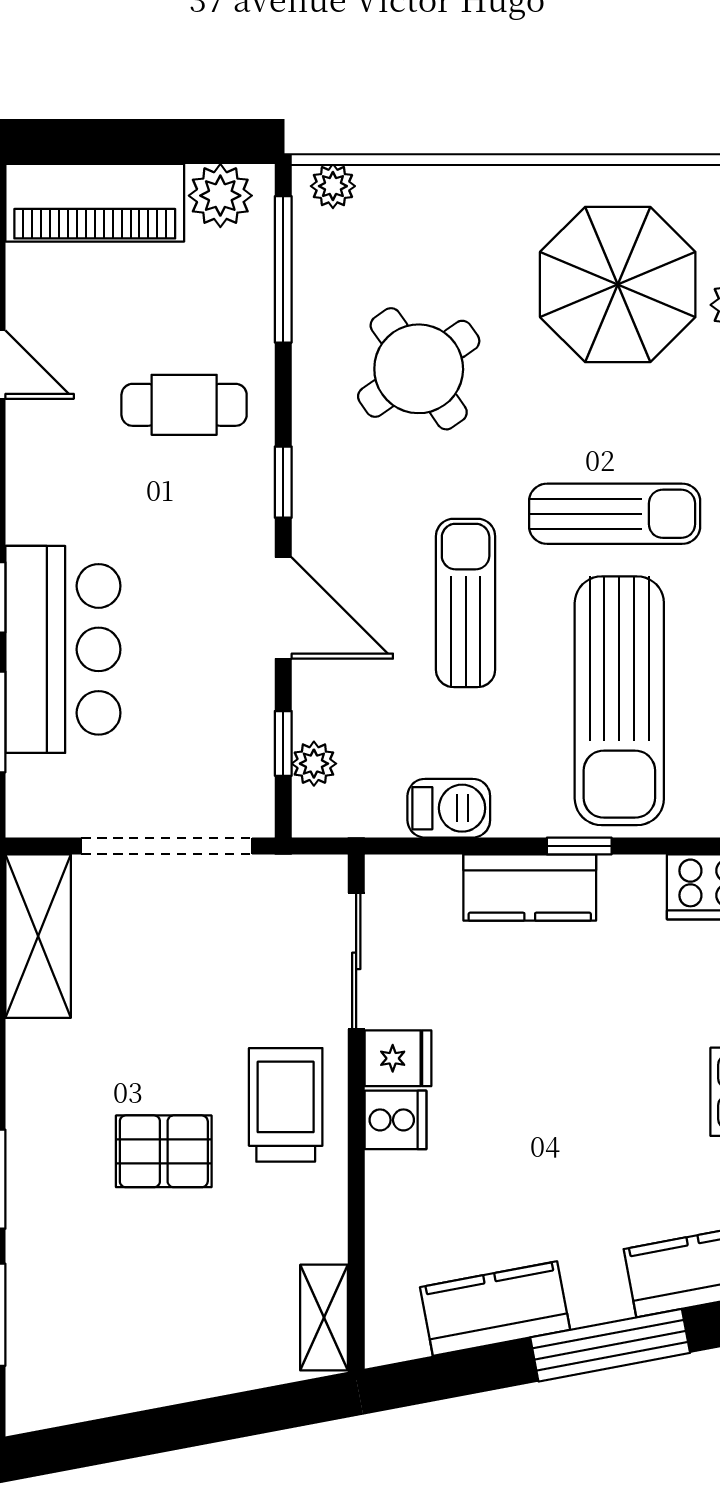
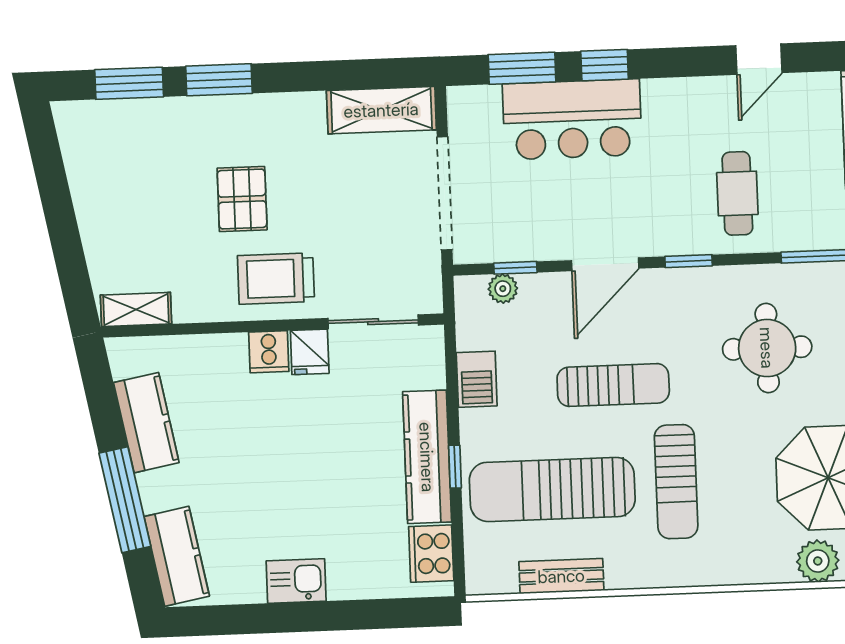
round table: (419, 369) -> (767, 348), turned 35
kitchen counter: (530, 888) -> (427, 457), width x1.50
trolley: (286, 1105) -> (276, 279), turned 180

